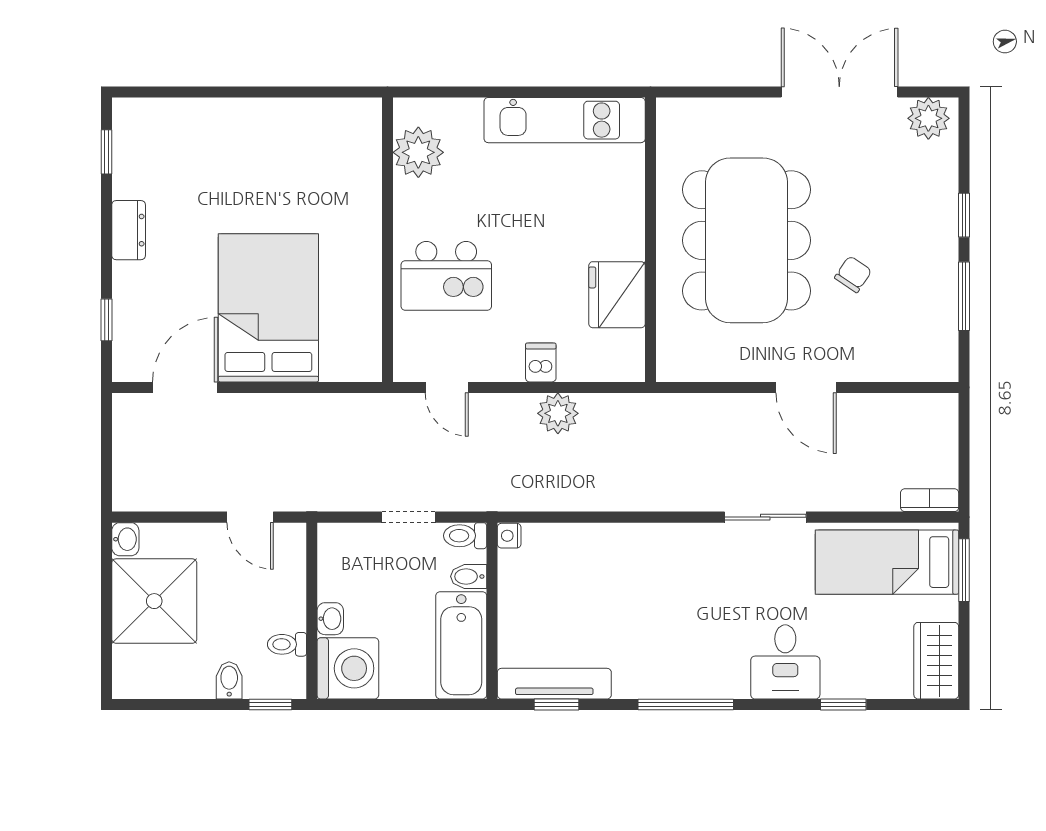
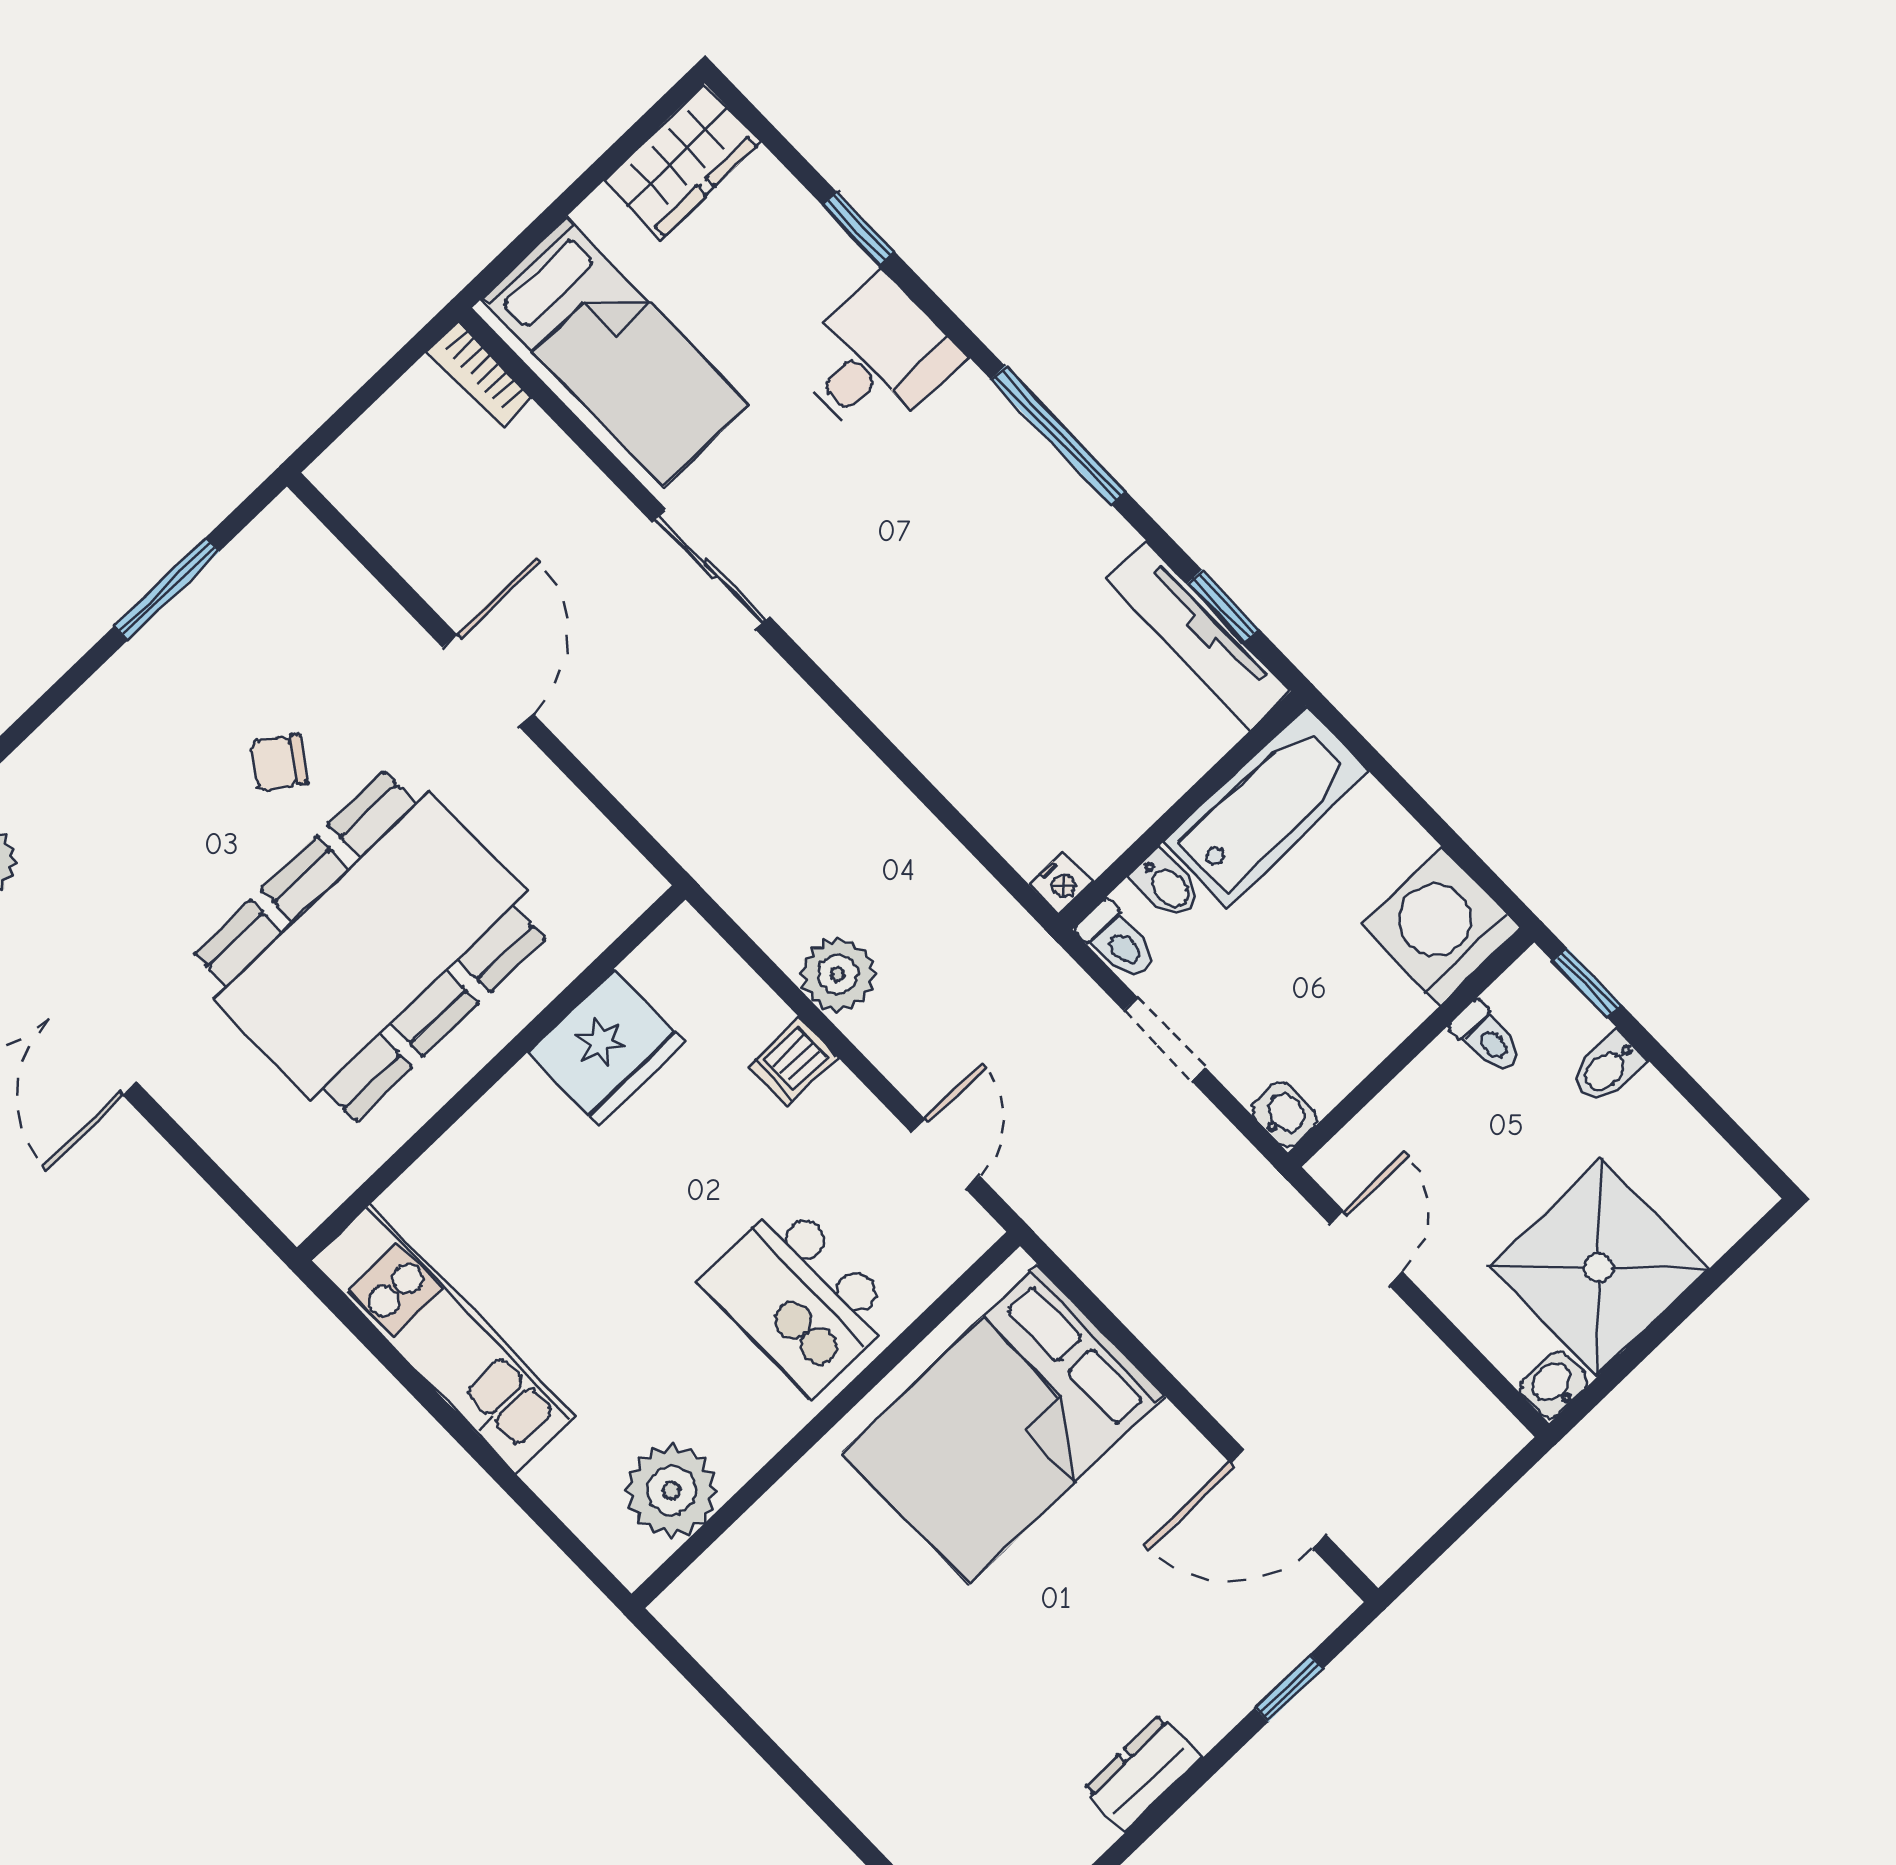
window: (964, 215) -> (60, 692), removed
kitchen island: (446, 276) -> (799, 1297), turned 180
bed: (268, 308) -> (1003, 1424), moved
window: (964, 570) -> (528, 240), removed
washbasin: (330, 619) -> (1285, 1115), moved, turned 90

